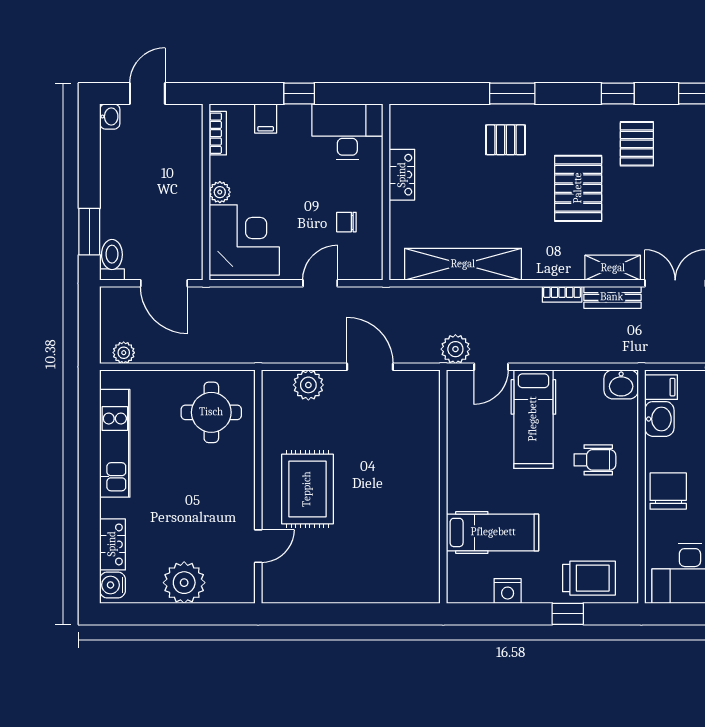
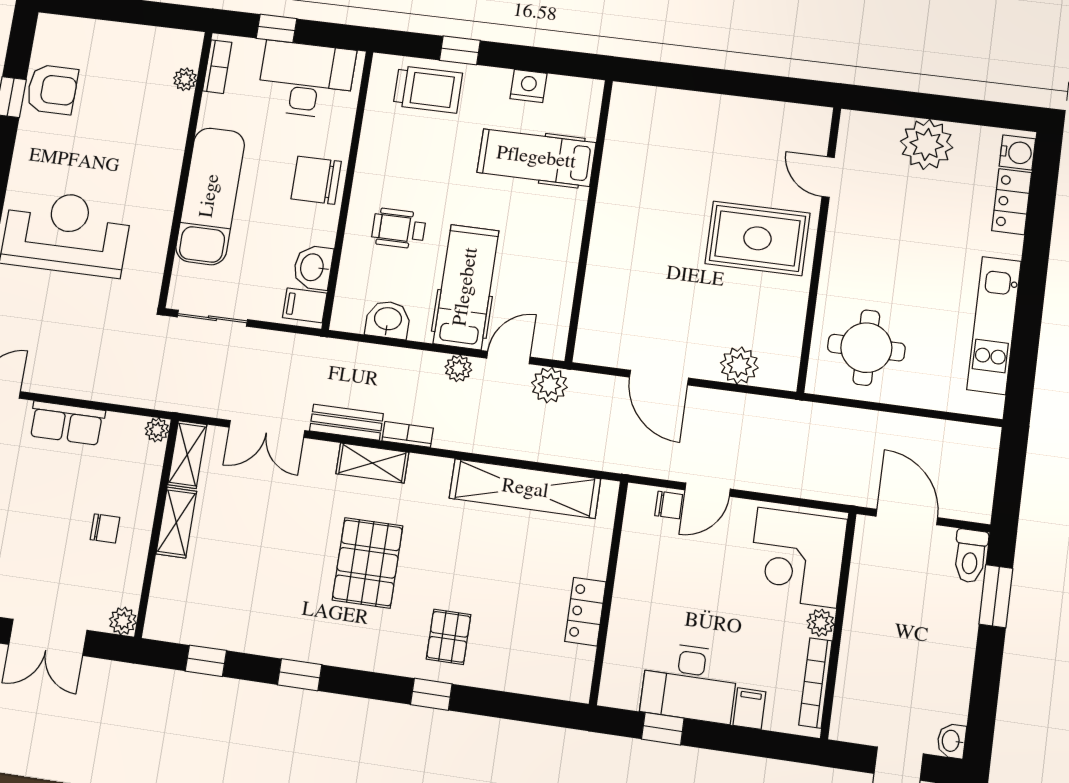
window: (299, 93) -> (663, 729), moved
window: (512, 93) -> (431, 694), width x0.67
desk: (347, 132) -> (689, 682), moved
bookcase: (218, 133) -> (815, 683), width x1.56
pallet: (505, 140) -> (449, 637), turned 90
pallet: (637, 144) -> (286, 608), removed
chair: (346, 222) -> (669, 505), moved
shelving: (613, 268) -> (372, 463), moved
plant: (124, 353) -> (458, 368), moved
washbasin: (621, 384) -> (388, 320), moved
rug: (307, 489) -> (757, 238), turned 90
chair: (668, 491) -> (316, 180), turned 90
door: (258, 546) -> (828, 177), hinge flipped
trolley: (589, 578) -> (428, 89), turned 180

